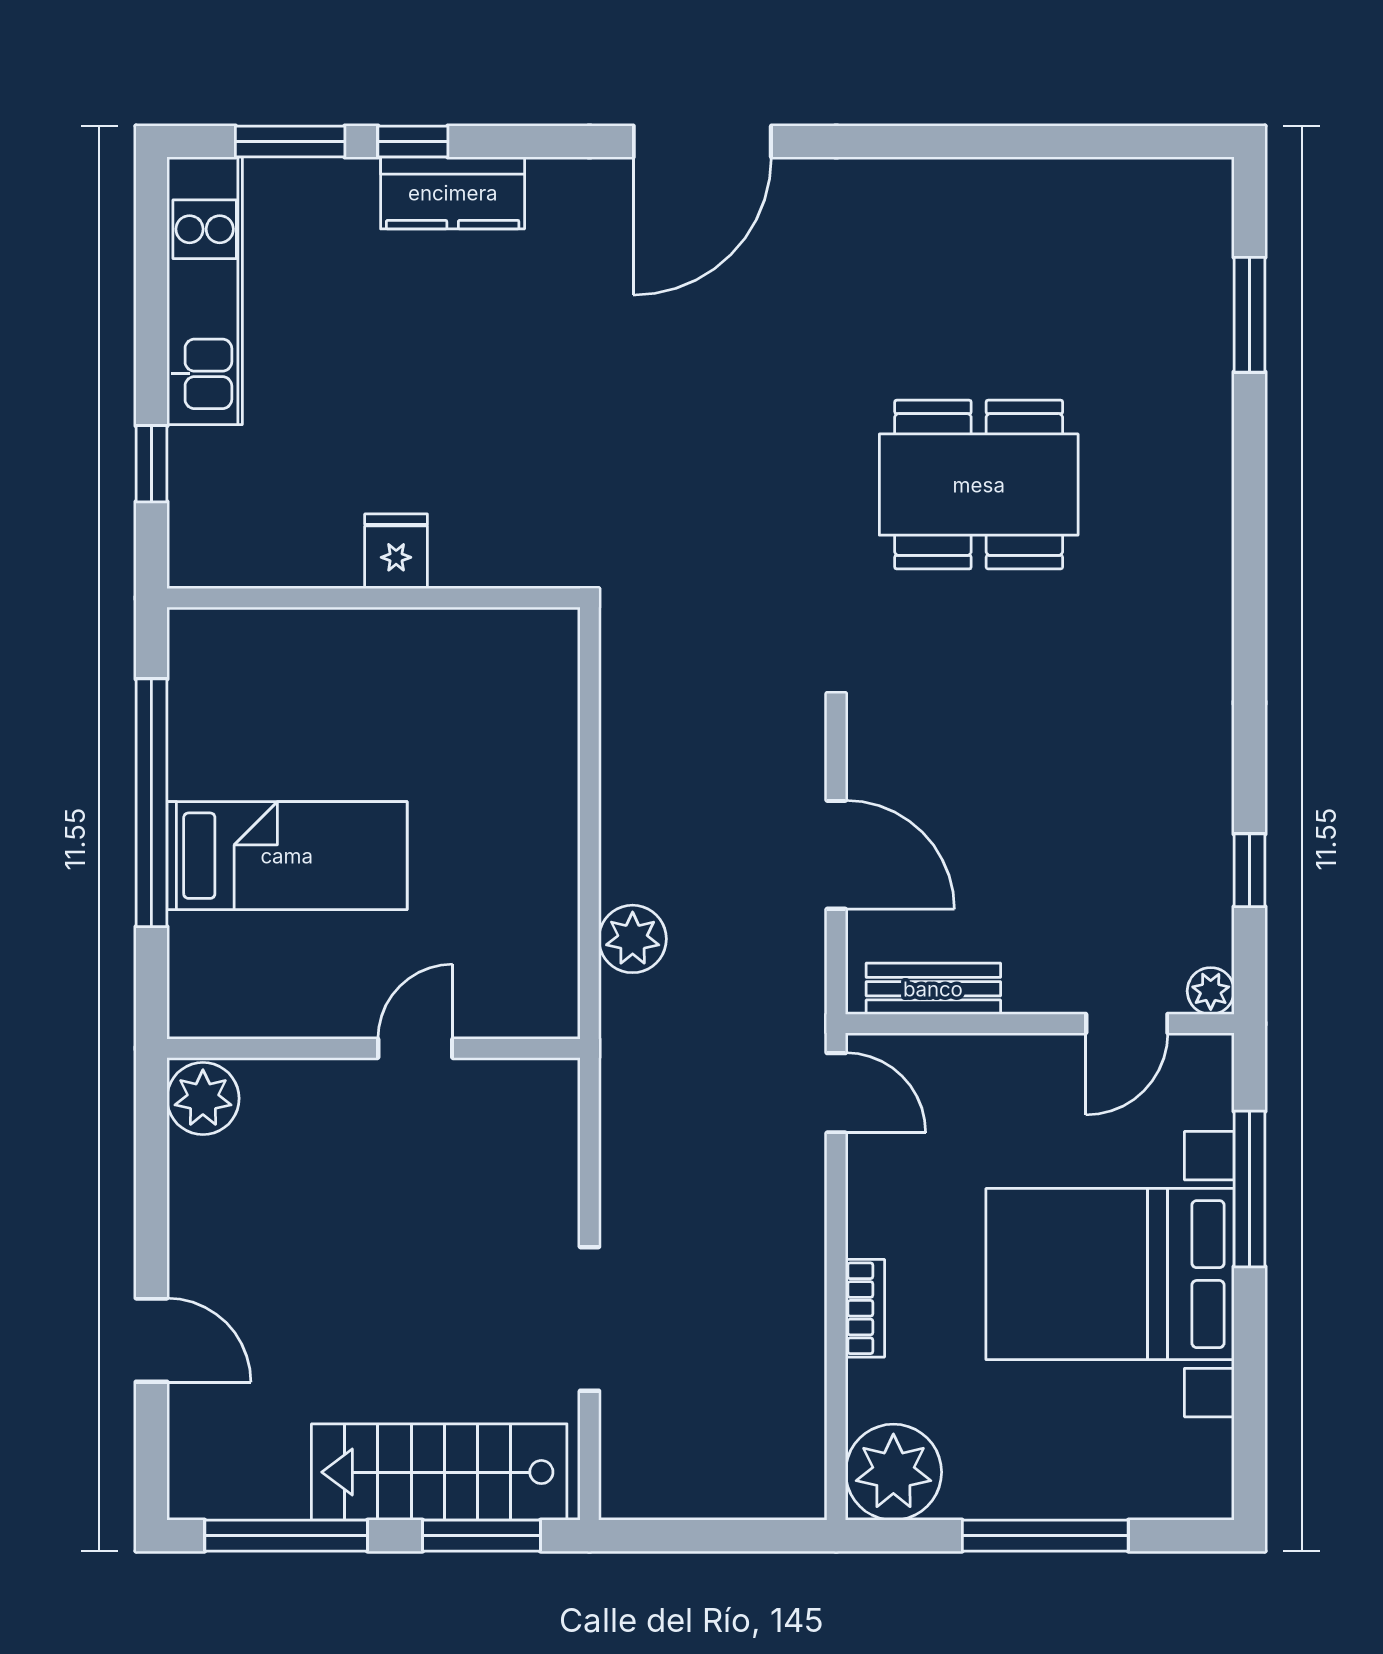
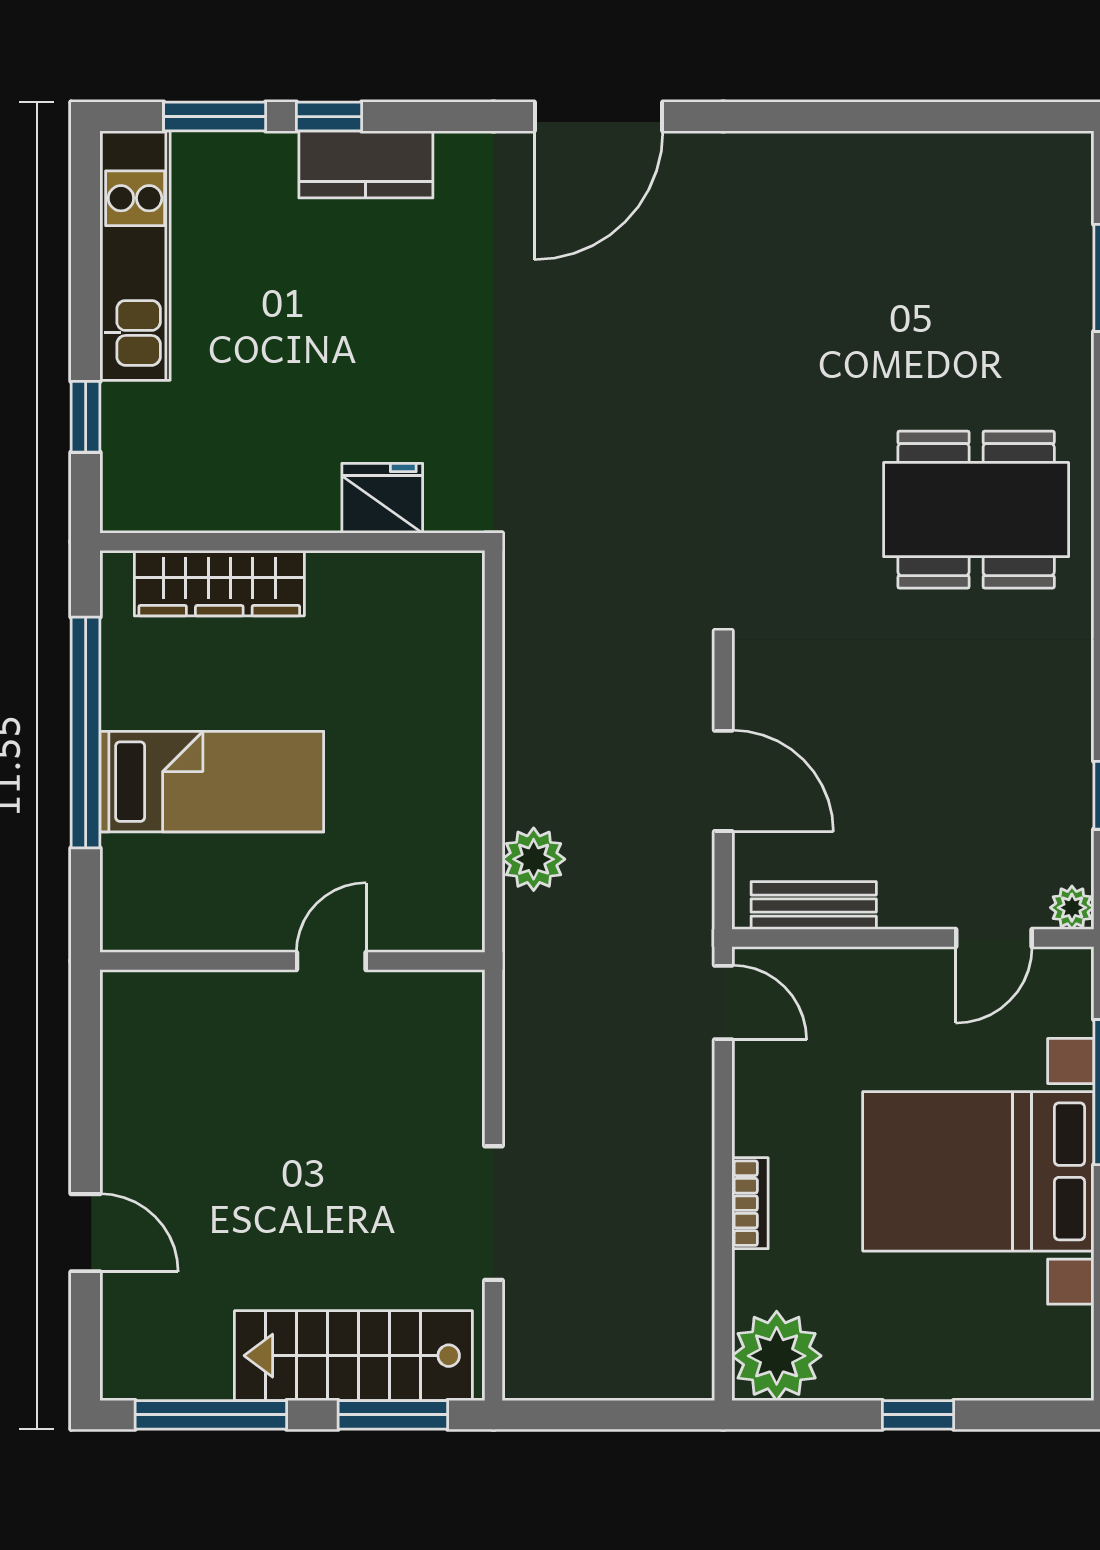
dining table: (979, 485) -> (976, 510), moved
fridge: (396, 551) -> (382, 498), moved, width x1.38
wardrobe: (295, 643) -> (219, 583), added
plant: (203, 1098) -> (134, 1008), removed
window: (1045, 1536) -> (918, 1415), width x0.46

